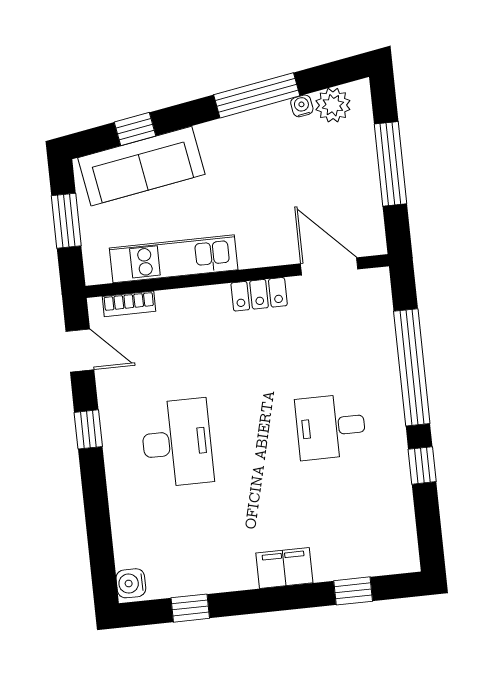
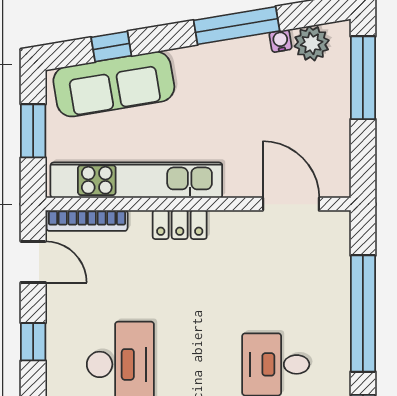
window: (390, 164) -> (363, 78), moved
kitchen unit: (174, 259) -> (136, 180), width x1.36
locker: (259, 294) -> (180, 225), moved
bookcase: (129, 304) -> (87, 221), width x1.56

